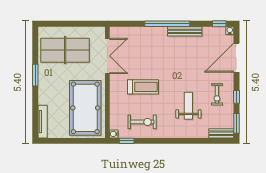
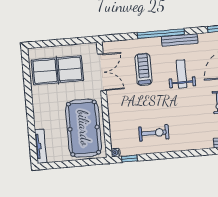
window: (35, 75) -> (29, 99), removed
treadmill: (143, 87) -> (143, 69), moved, turned -90
weight bench: (188, 106) -> (182, 74), moved
exercise bike: (142, 122) -> (154, 133), moved

